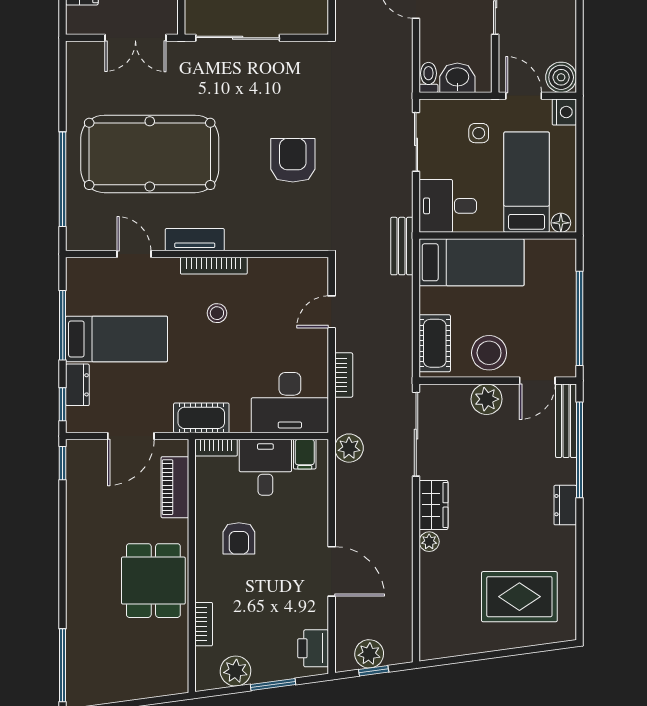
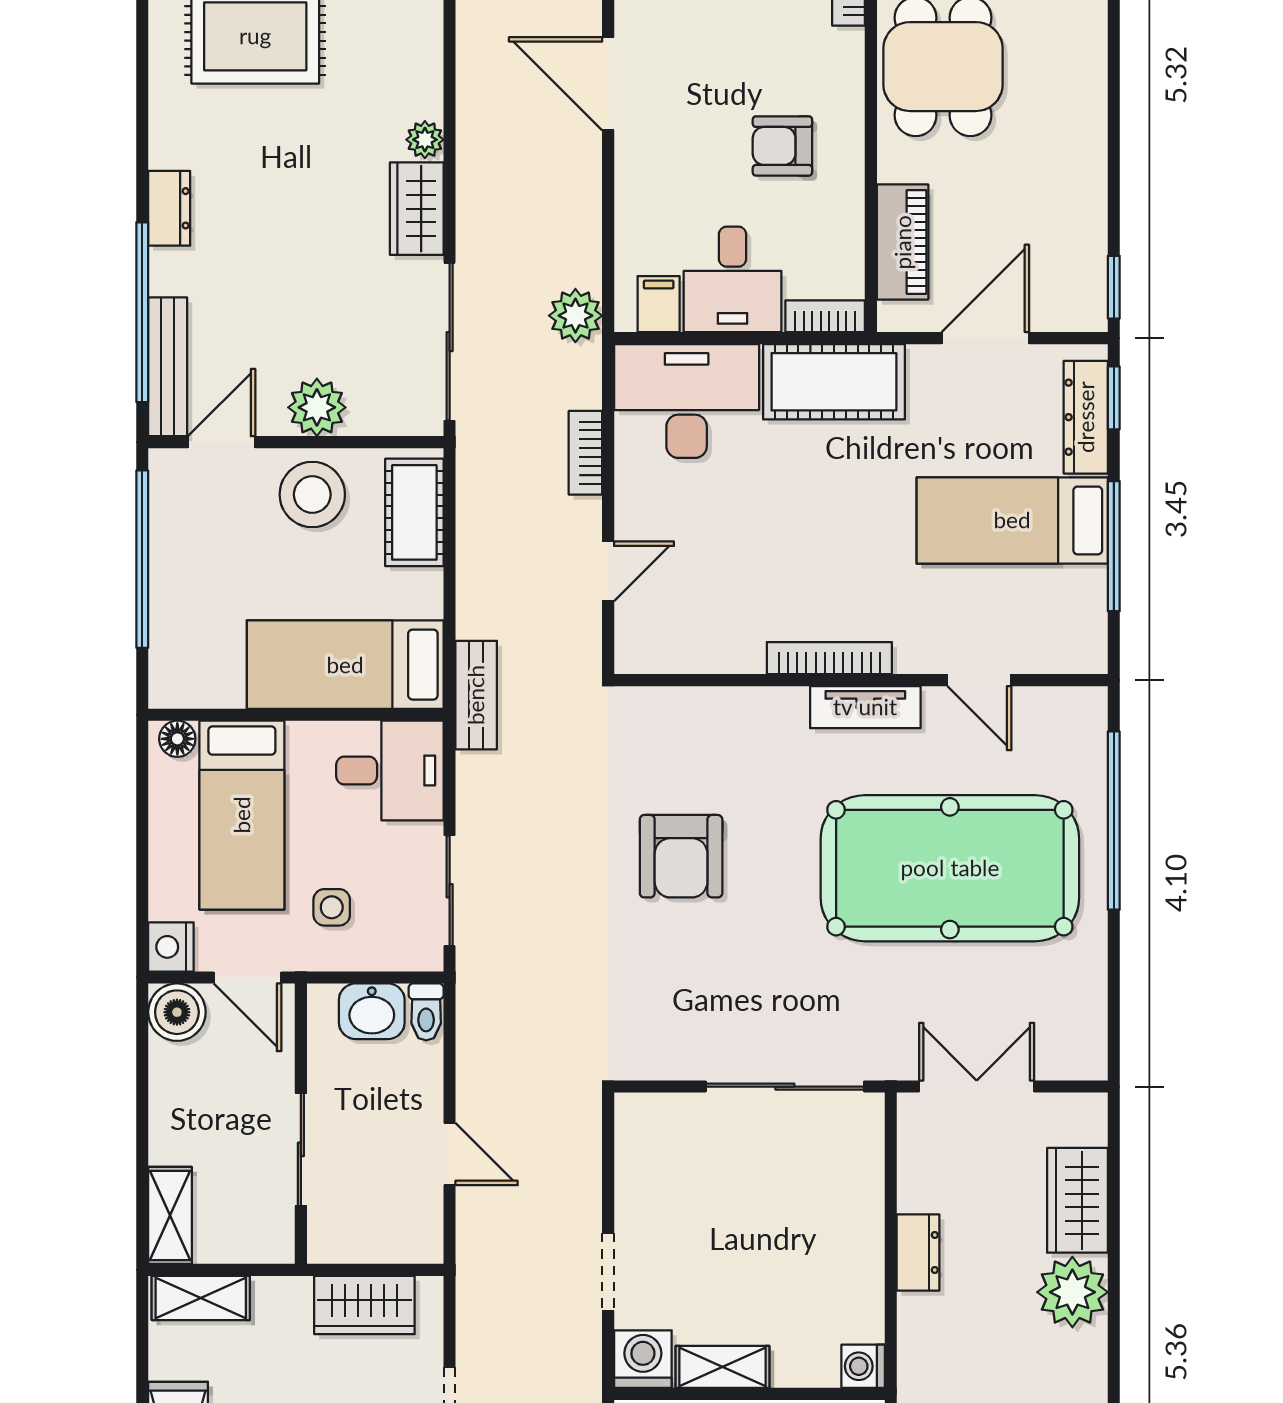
stool: (217, 313) -> (824, 569), removed
dresser: (77, 385) -> (1086, 417), width x1.44
cot: (201, 418) -> (834, 382), width x1.37, depth x1.34
armchair: (239, 538) -> (782, 146), turned -90

